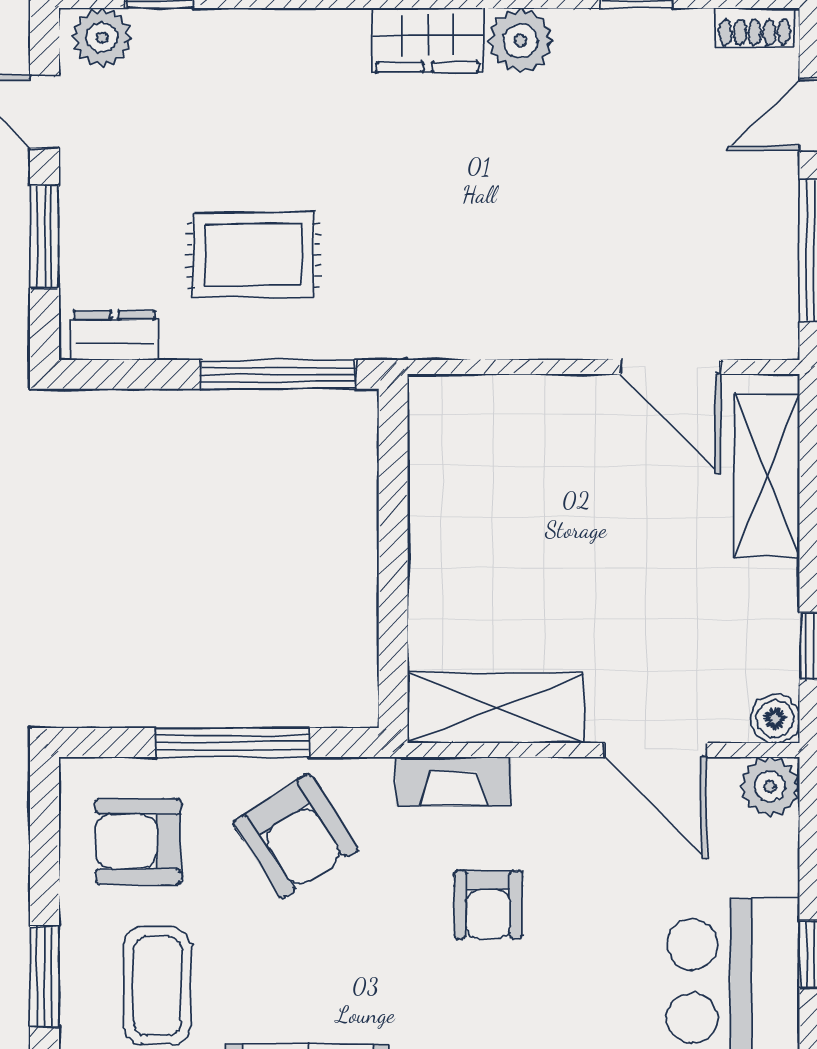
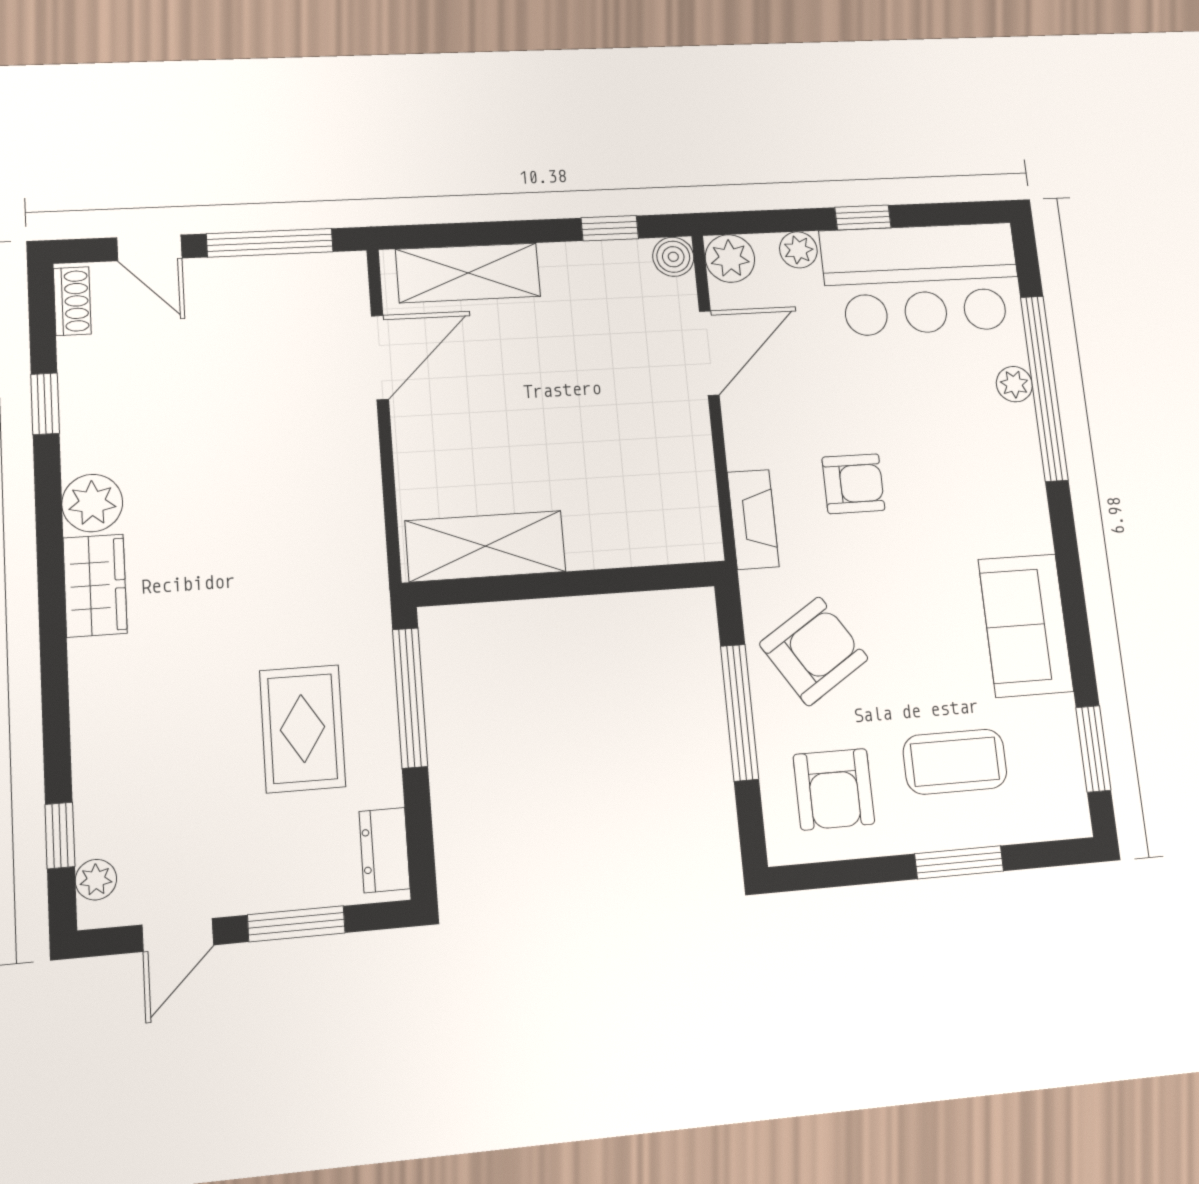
plant: (102, 37) -> (96, 880), width x0.73, depth x0.73
shelving: (496, 708) -> (485, 546), moved, turned 90
plant: (777, 871) -> (798, 250), added

